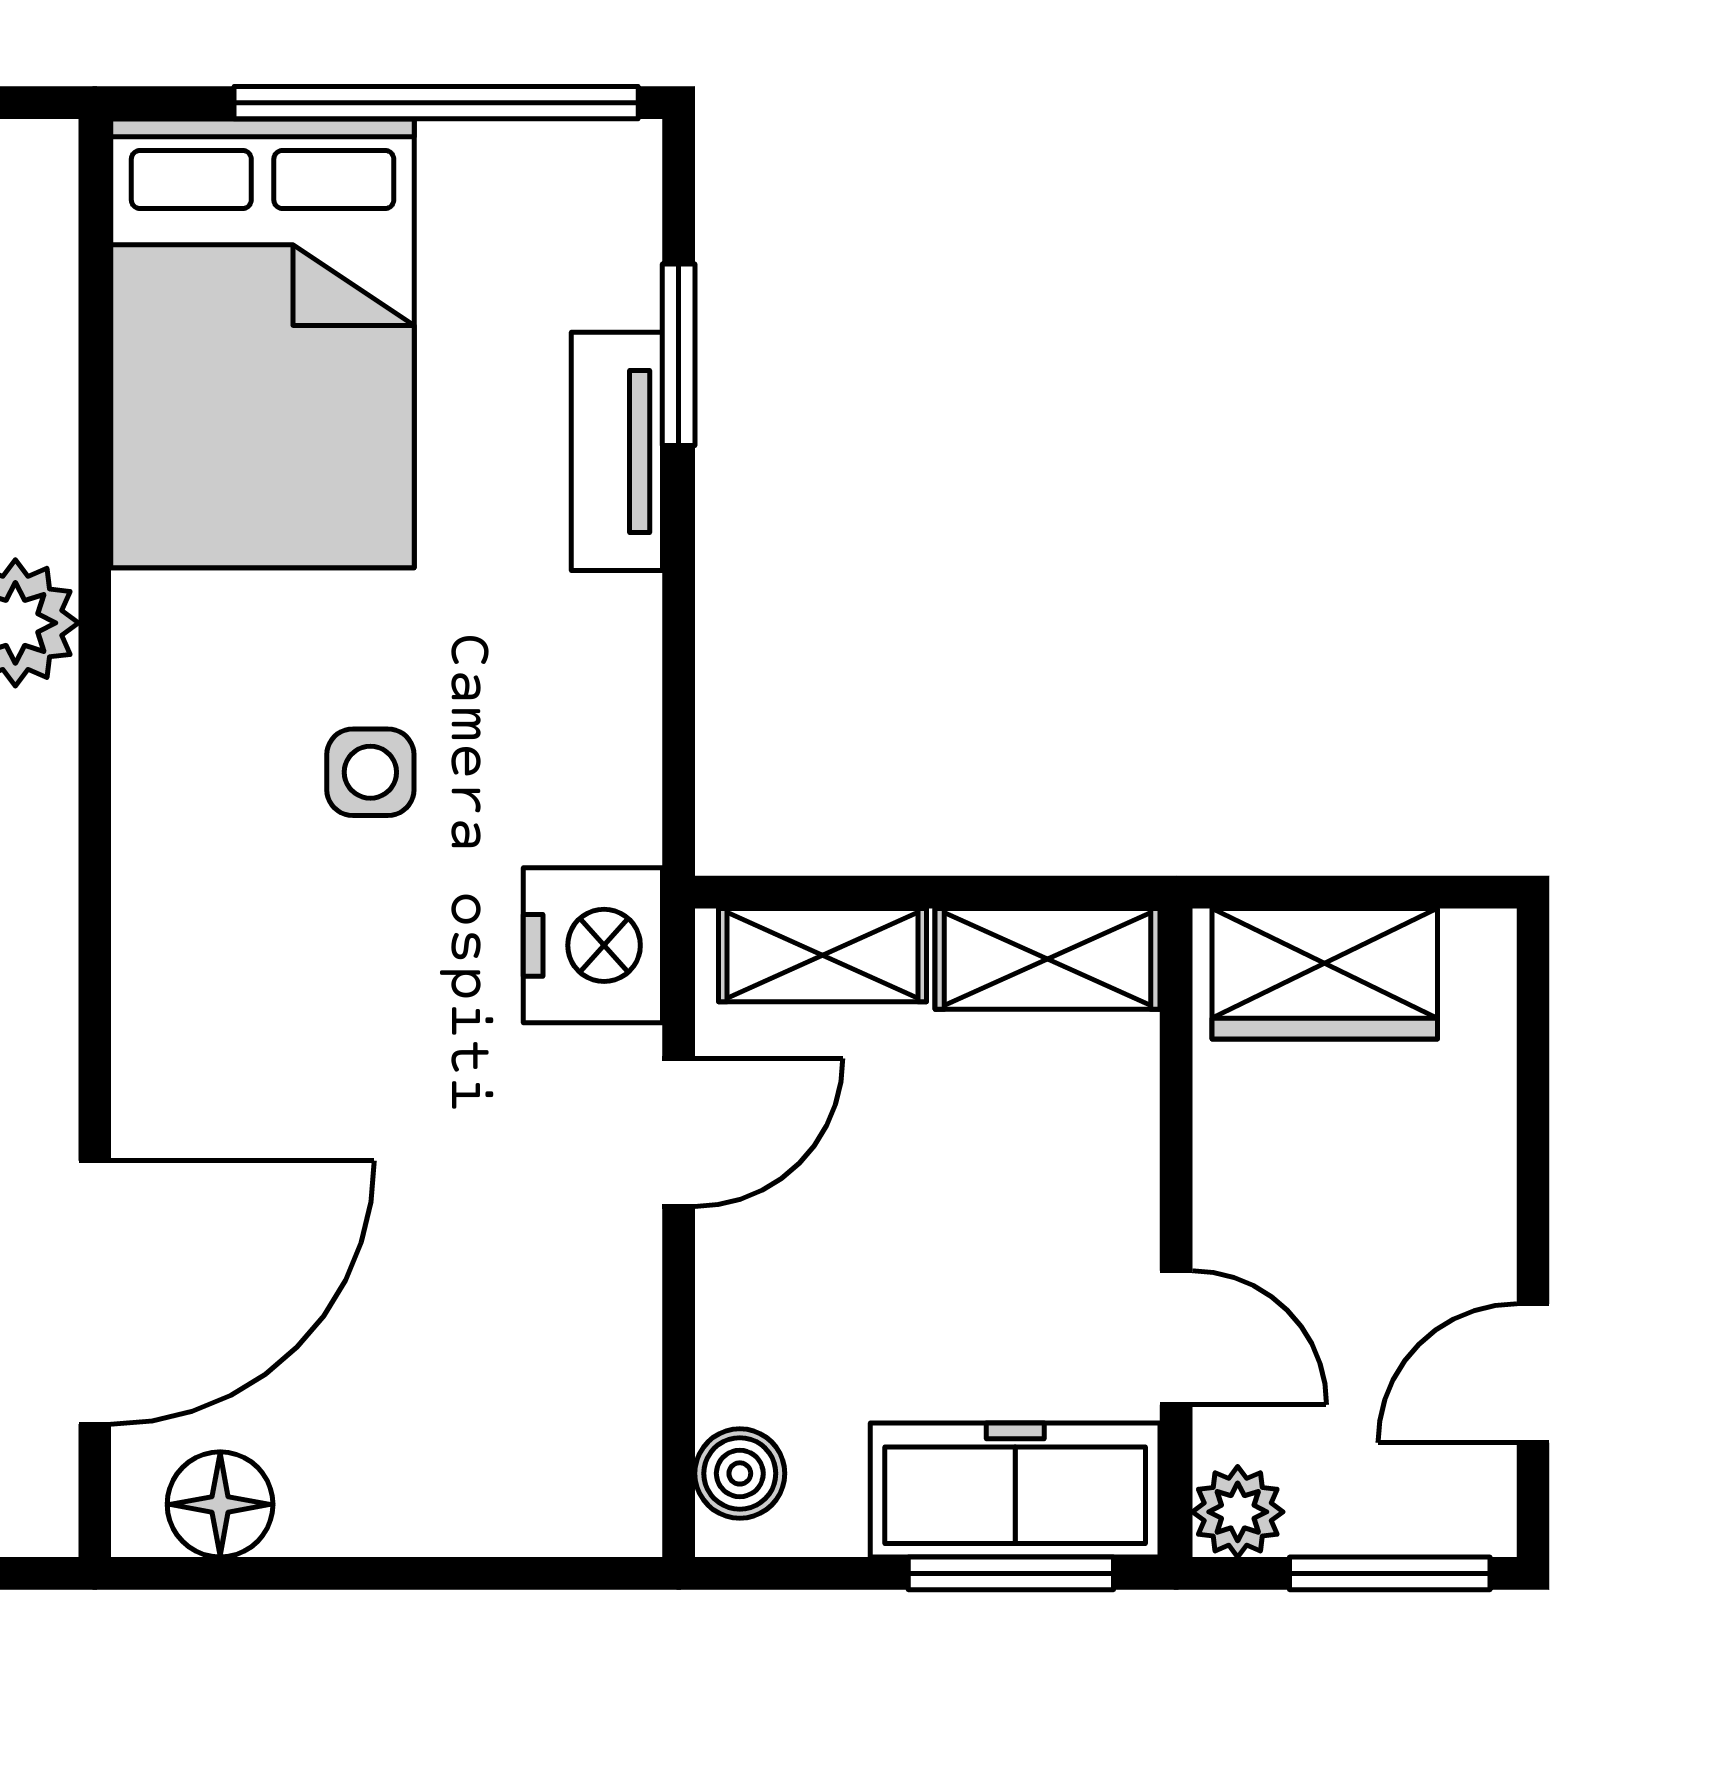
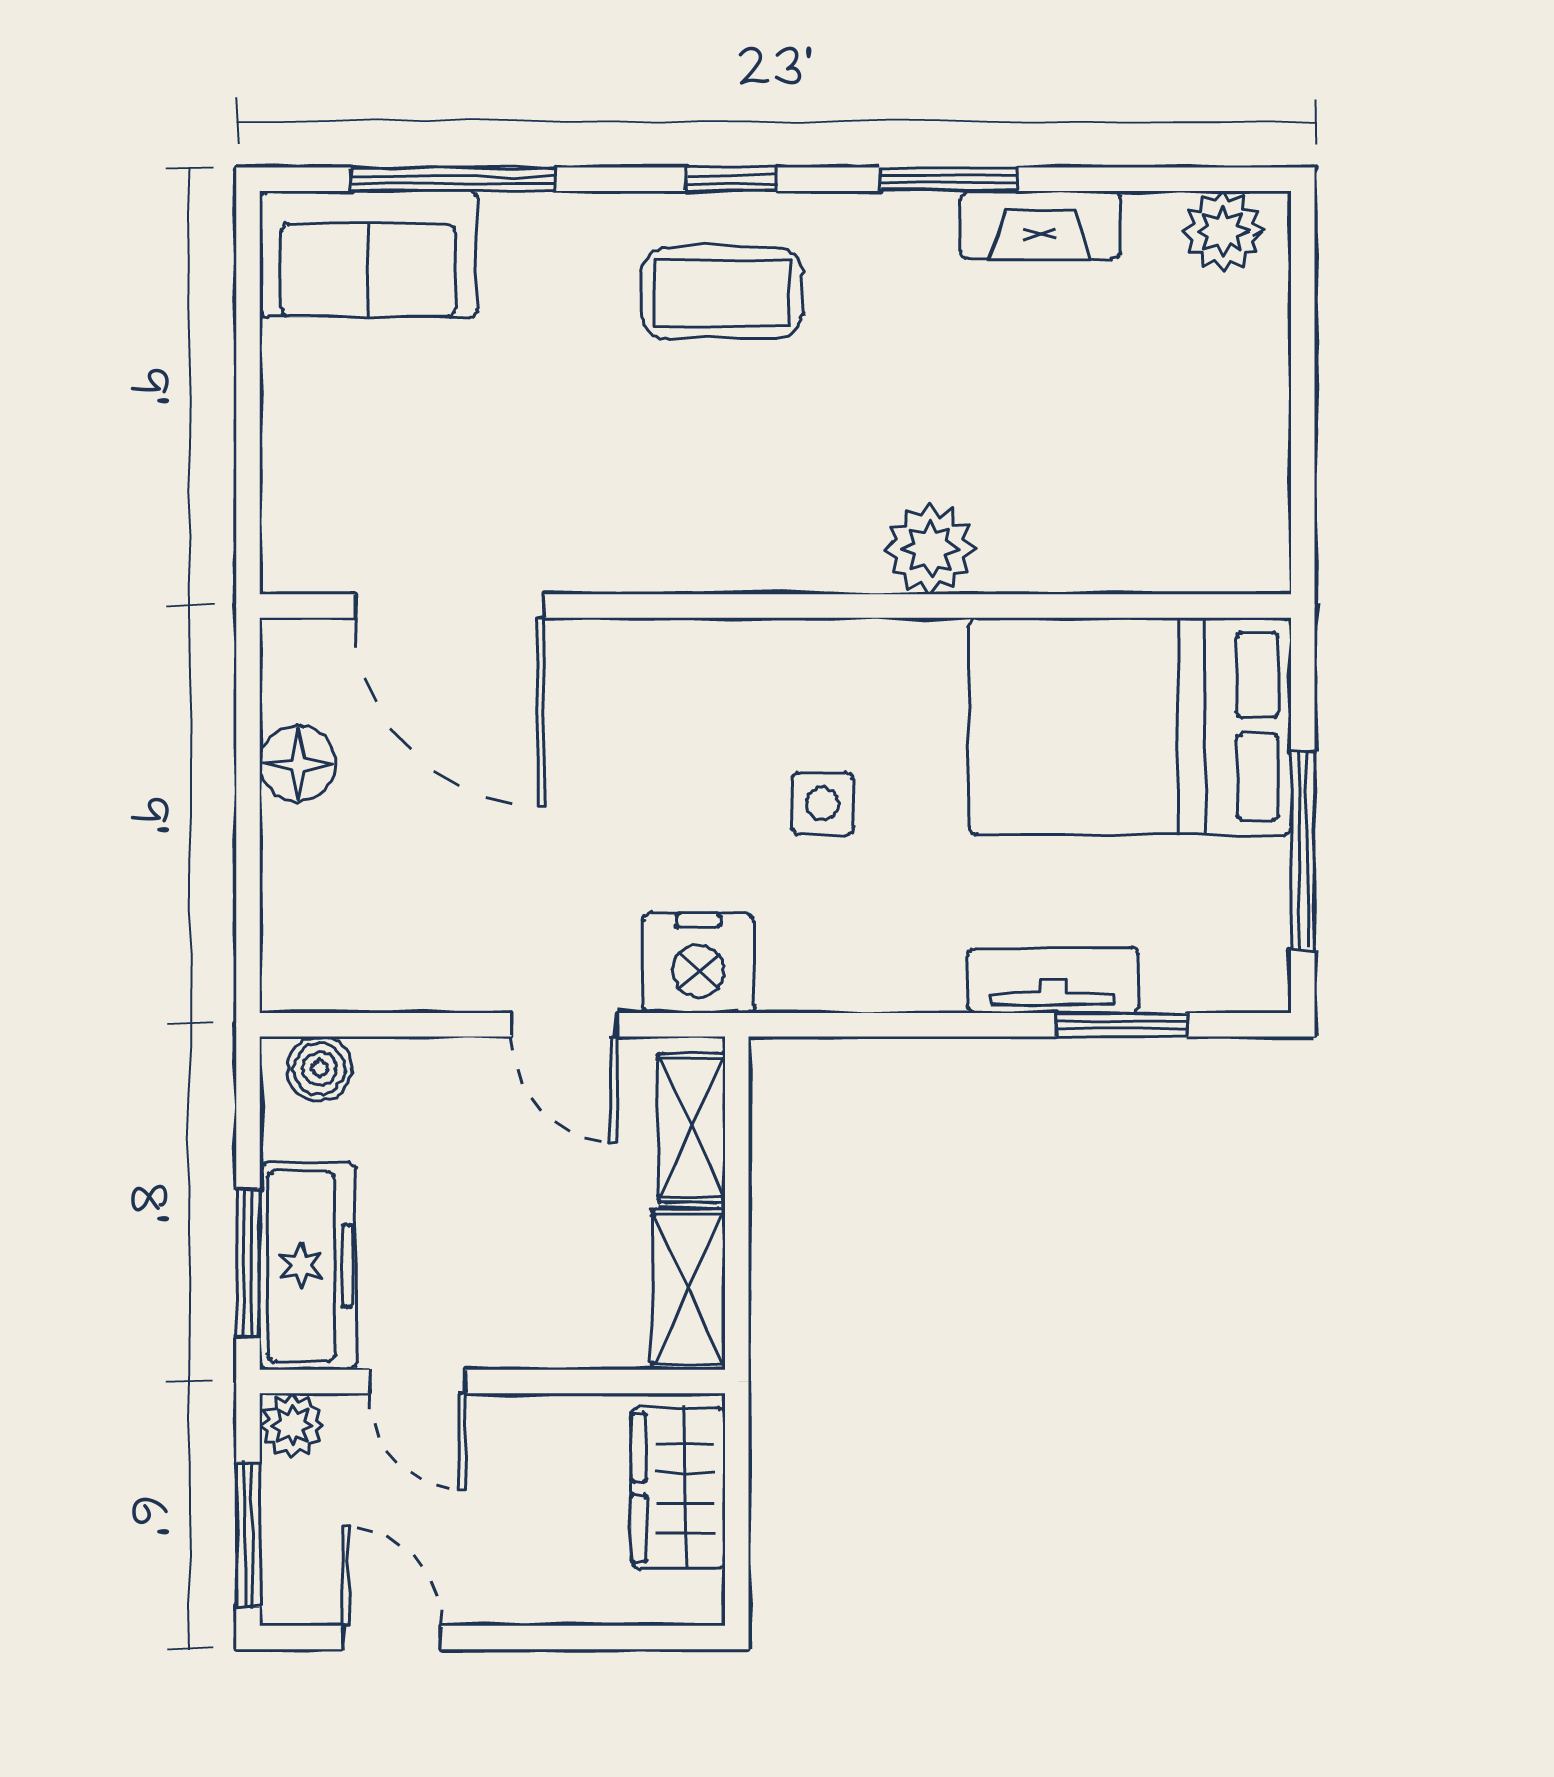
window: (436, 103) -> (1303, 851), width x0.68
door: (1176, 1338) -> (417, 1381), hinge flipped
floor lamp: (220, 1504) -> (298, 764), moved

